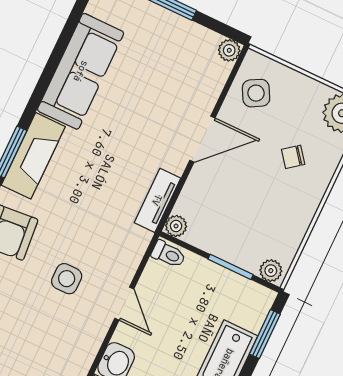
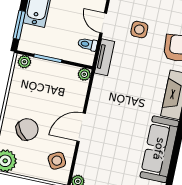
chair: (293, 157) -> (27, 129), width x1.87, depth x1.87
tv unit: (157, 200) -> (104, 57), moved
toilet: (168, 254) -> (88, 44), moved

